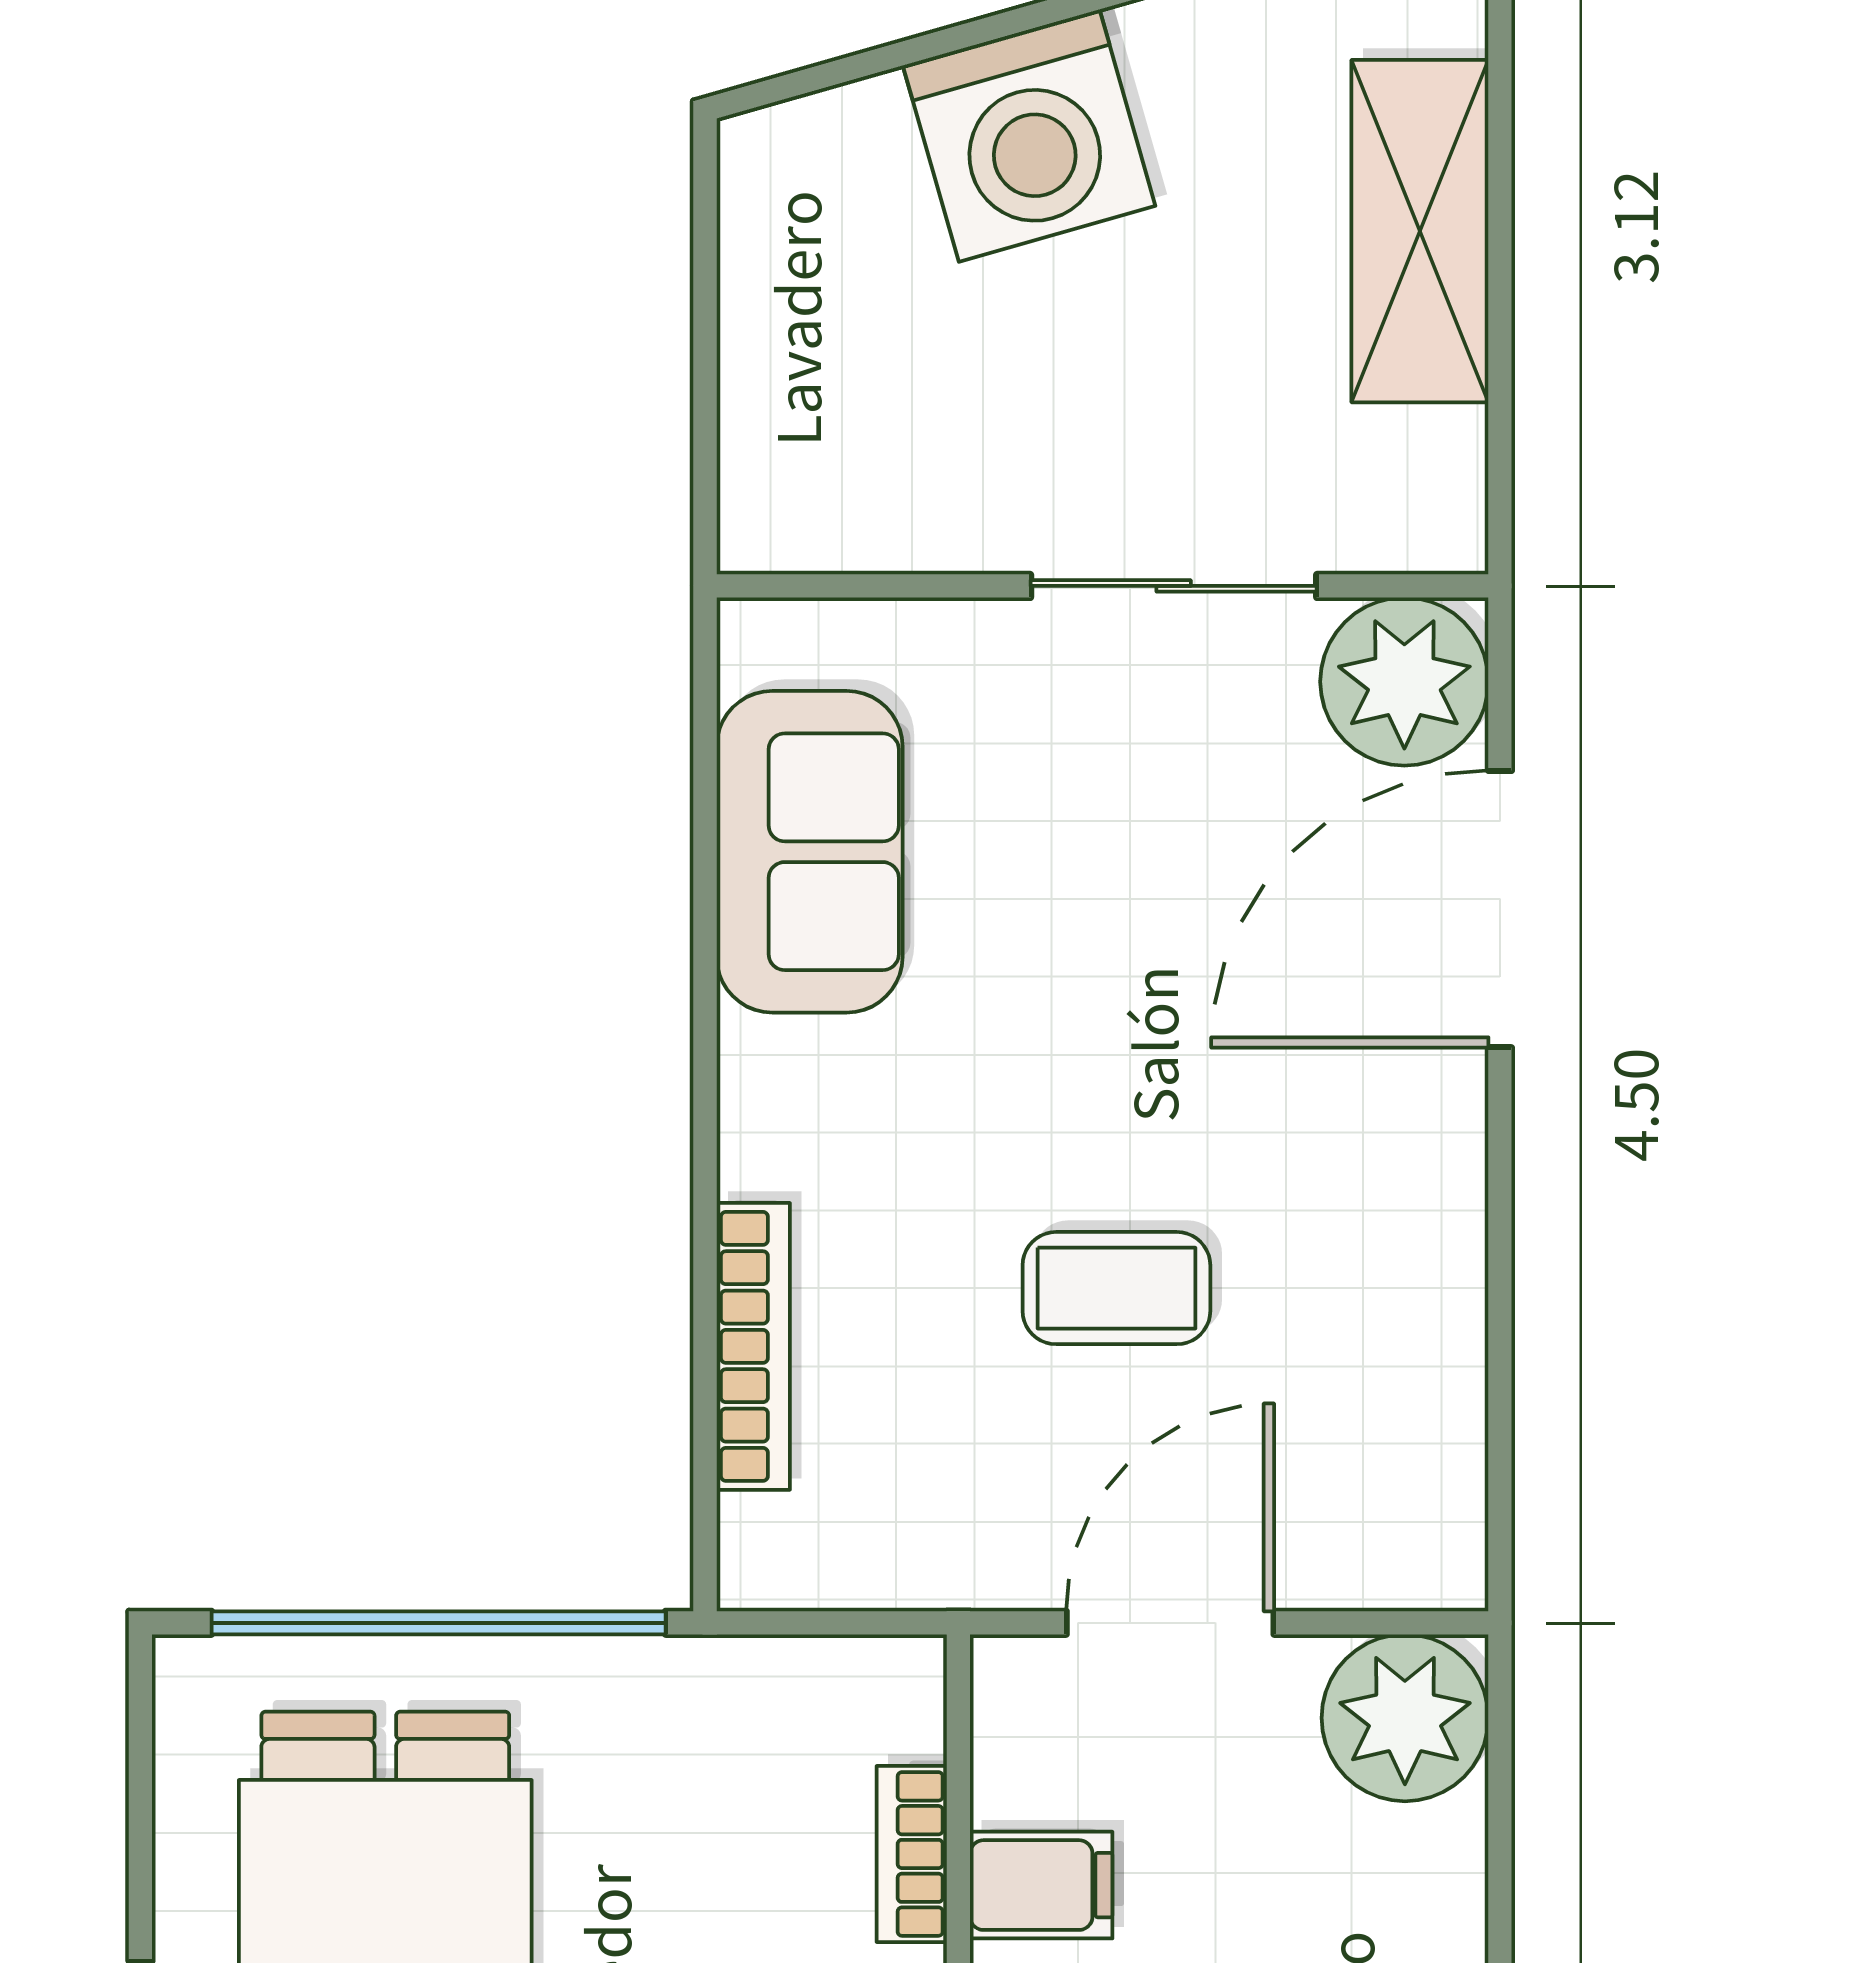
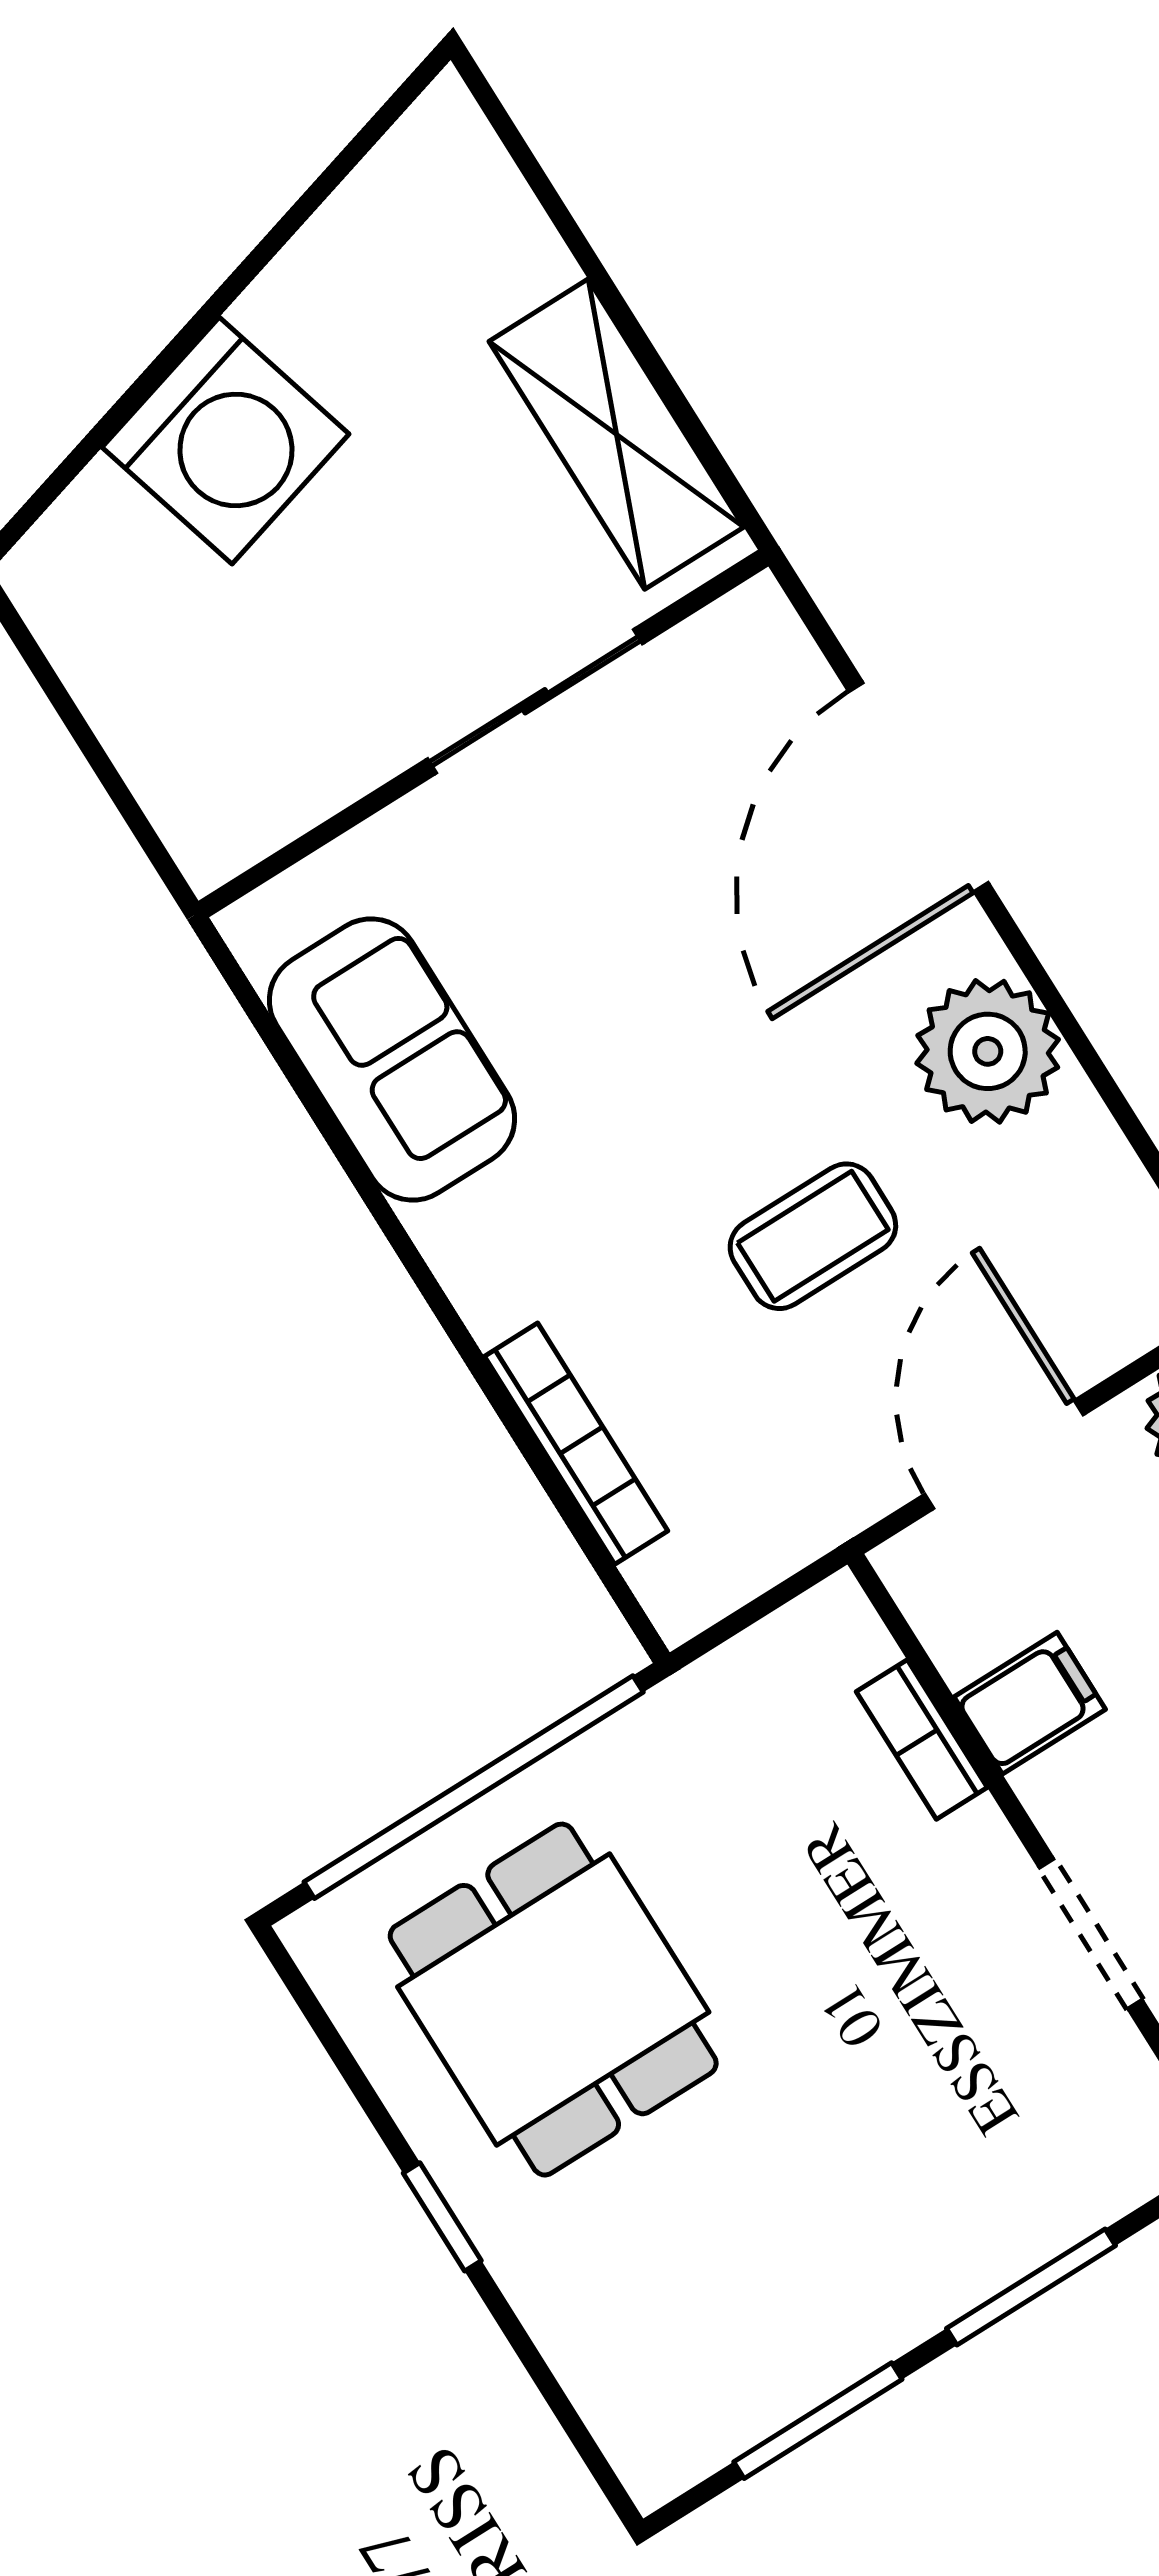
shelving: (1420, 231) -> (616, 434), moved
plant: (1404, 682) -> (988, 1051), moved

